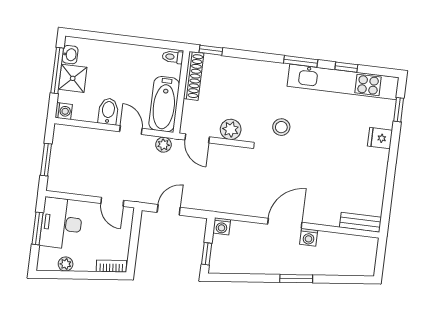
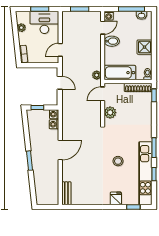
shower: (73, 78) -> (145, 47), moved
stool: (281, 127) -> (118, 161), moved
door: (131, 130) -> (103, 28), moved
door: (285, 223) -> (60, 150), hinge flipped
washing machine: (309, 237) -> (54, 124), moved

